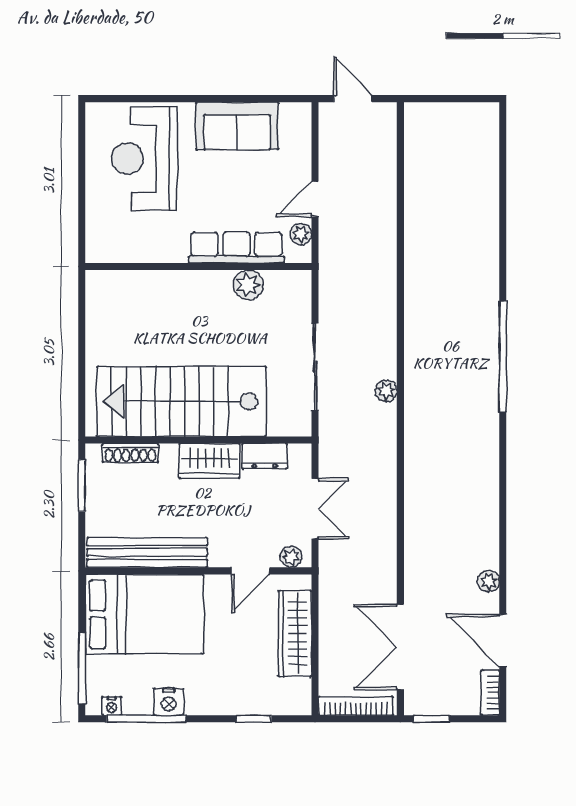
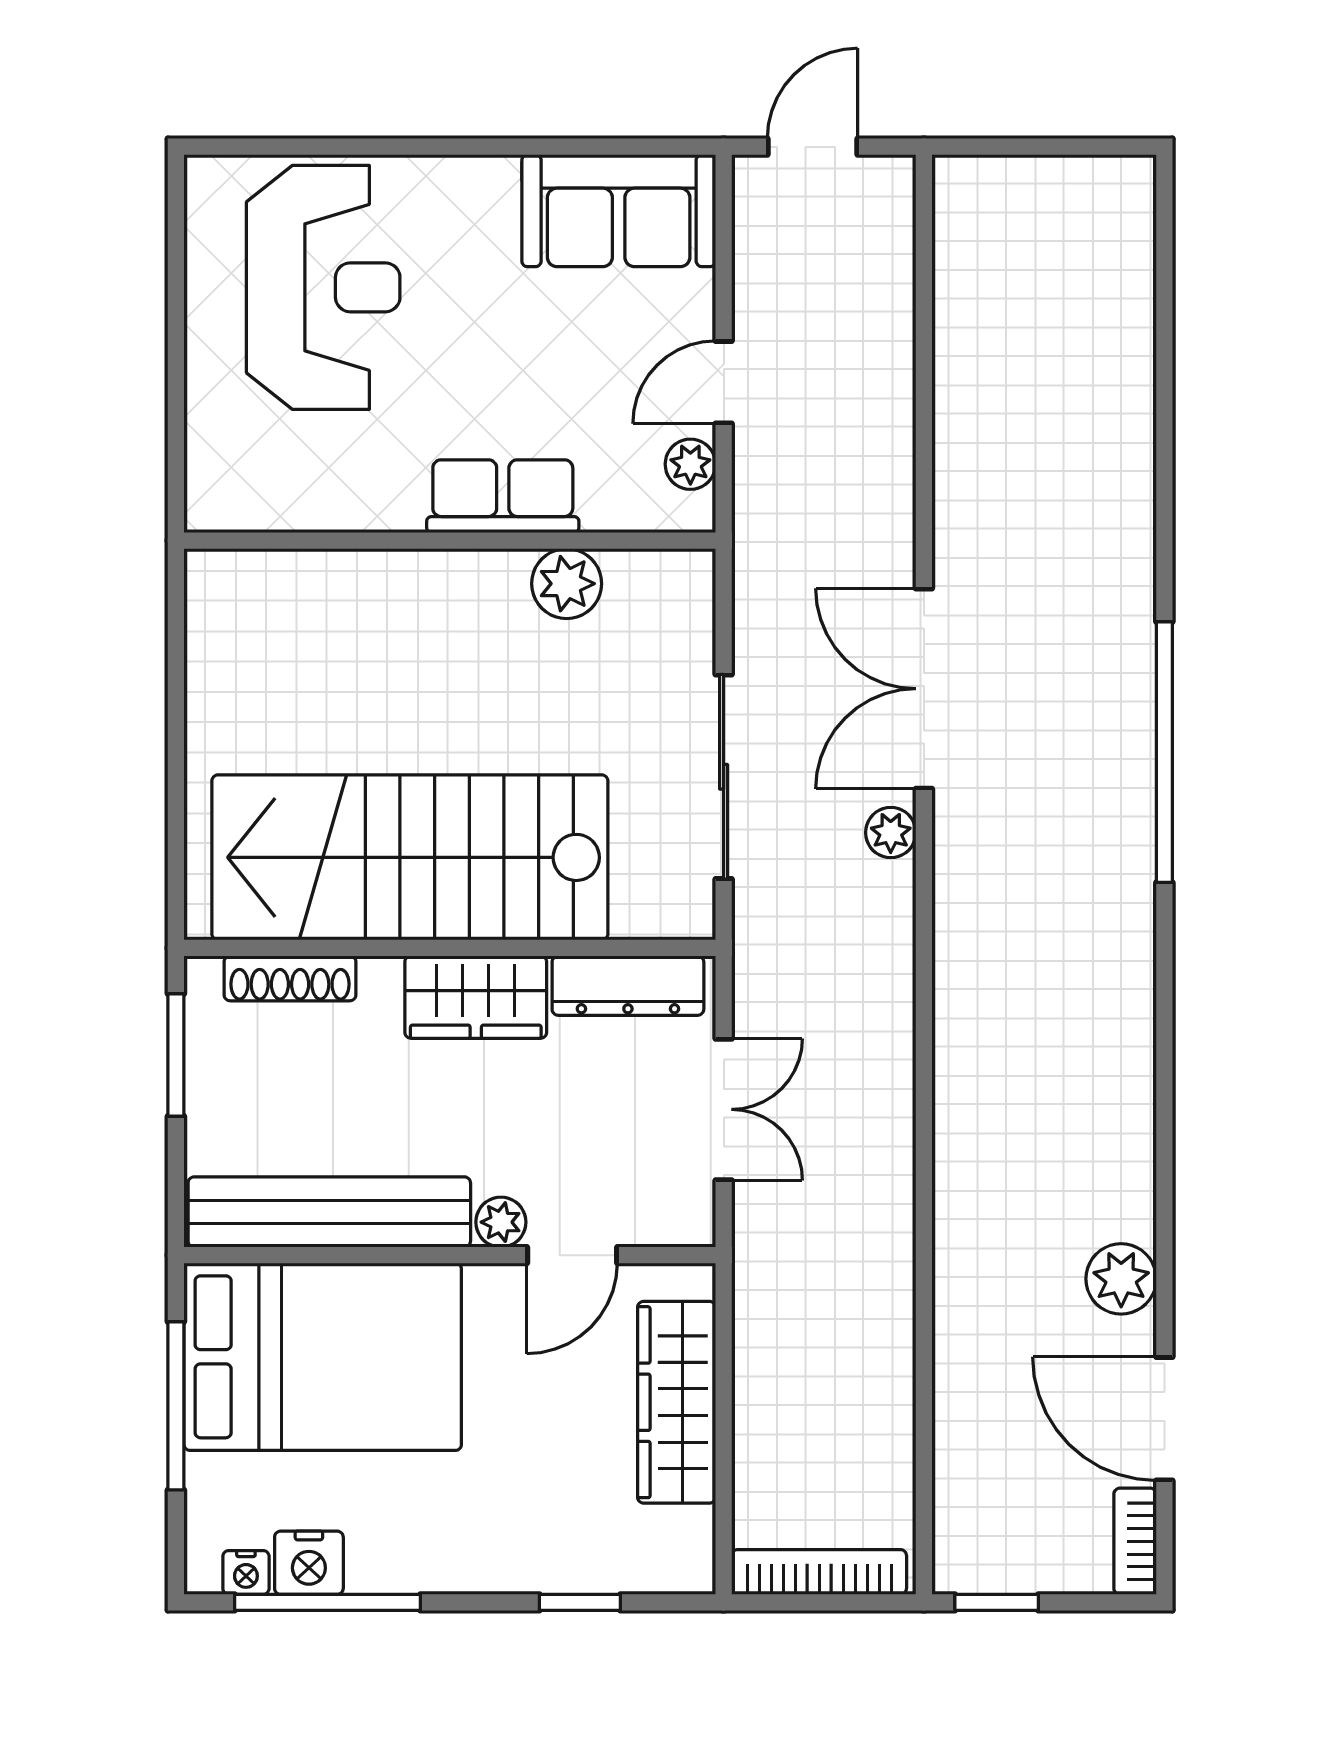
door: (353, 99) -> (813, 147), hinge flipped
sofa: (237, 126) -> (619, 211), moved
reception desk: (145, 159) -> (323, 287), turned 180
row of seats: (237, 248) -> (503, 496), width x0.68
dresser: (264, 456) -> (628, 986), width x1.44
plant: (291, 557) -> (501, 1222), moved
plant: (489, 581) -> (1121, 1279), width x1.38, depth x1.38
double door: (400, 647) -> (924, 689), moved
window: (82, 668) -> (176, 1406), moved
nightstand: (169, 702) -> (309, 1563), moved

